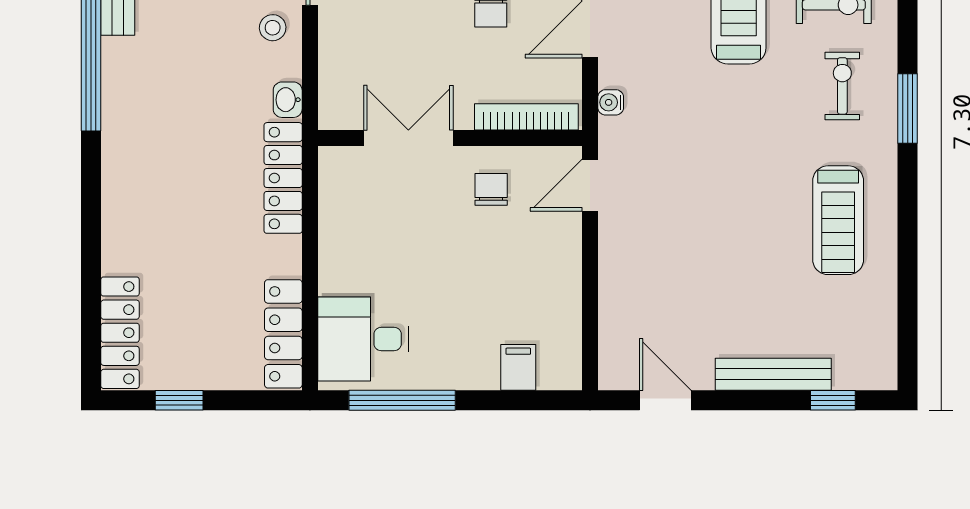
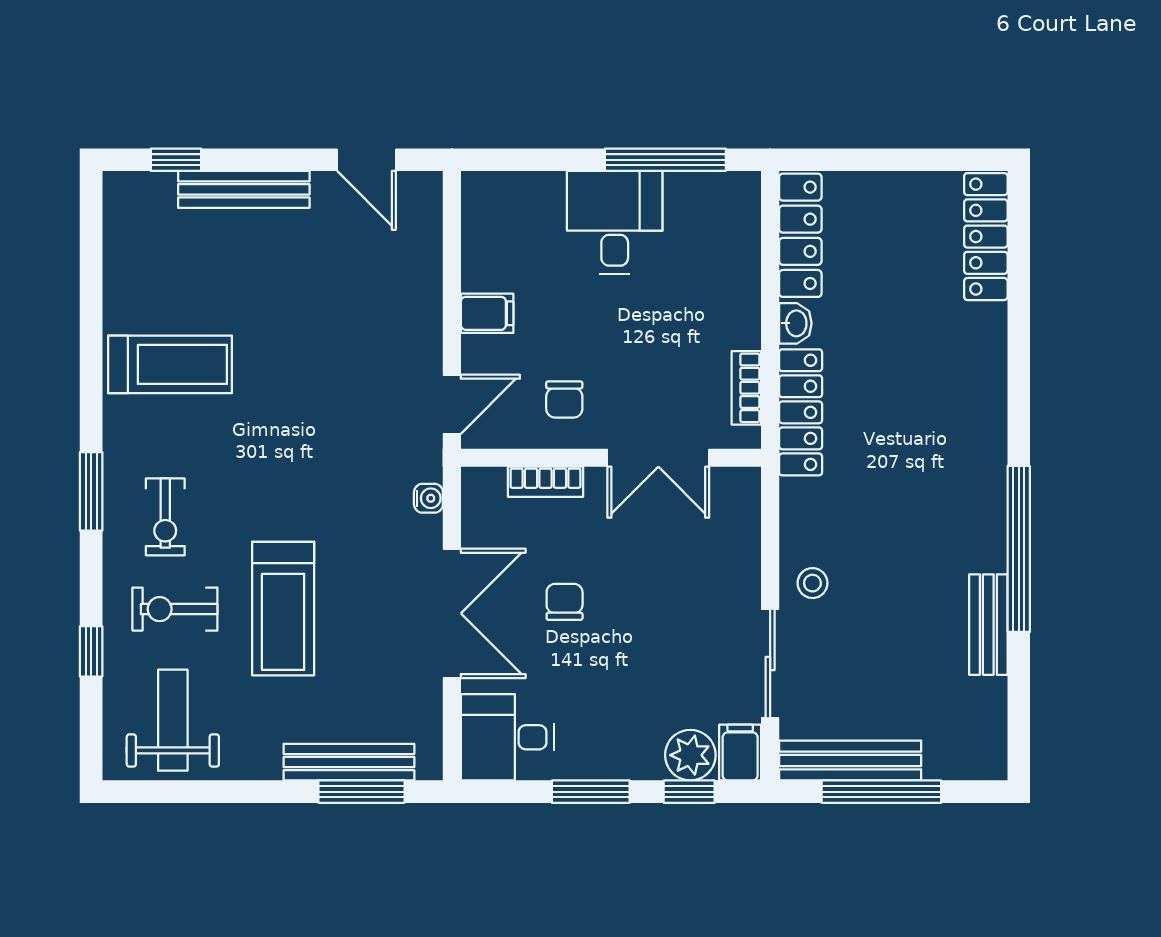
washbasin: (288, 100) -> (795, 323), moved
bookcase: (526, 117) -> (545, 482), width x0.64
bookcase: (331, 200) -> (746, 388), added
treadmill: (838, 220) -> (170, 364), turned 90
desk: (363, 339) -> (615, 222), moved, turned -90
filing cabinet: (518, 367) -> (487, 313), moved, turned -90
window: (179, 400) -> (919, 160), removed

